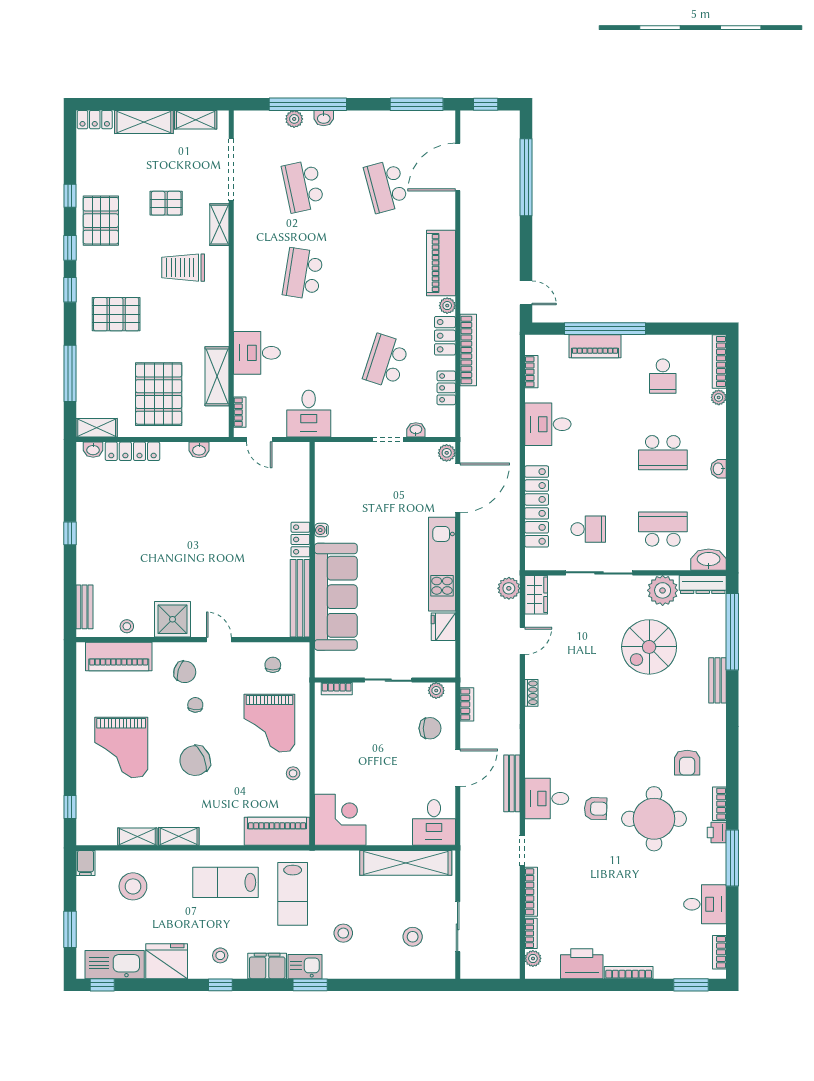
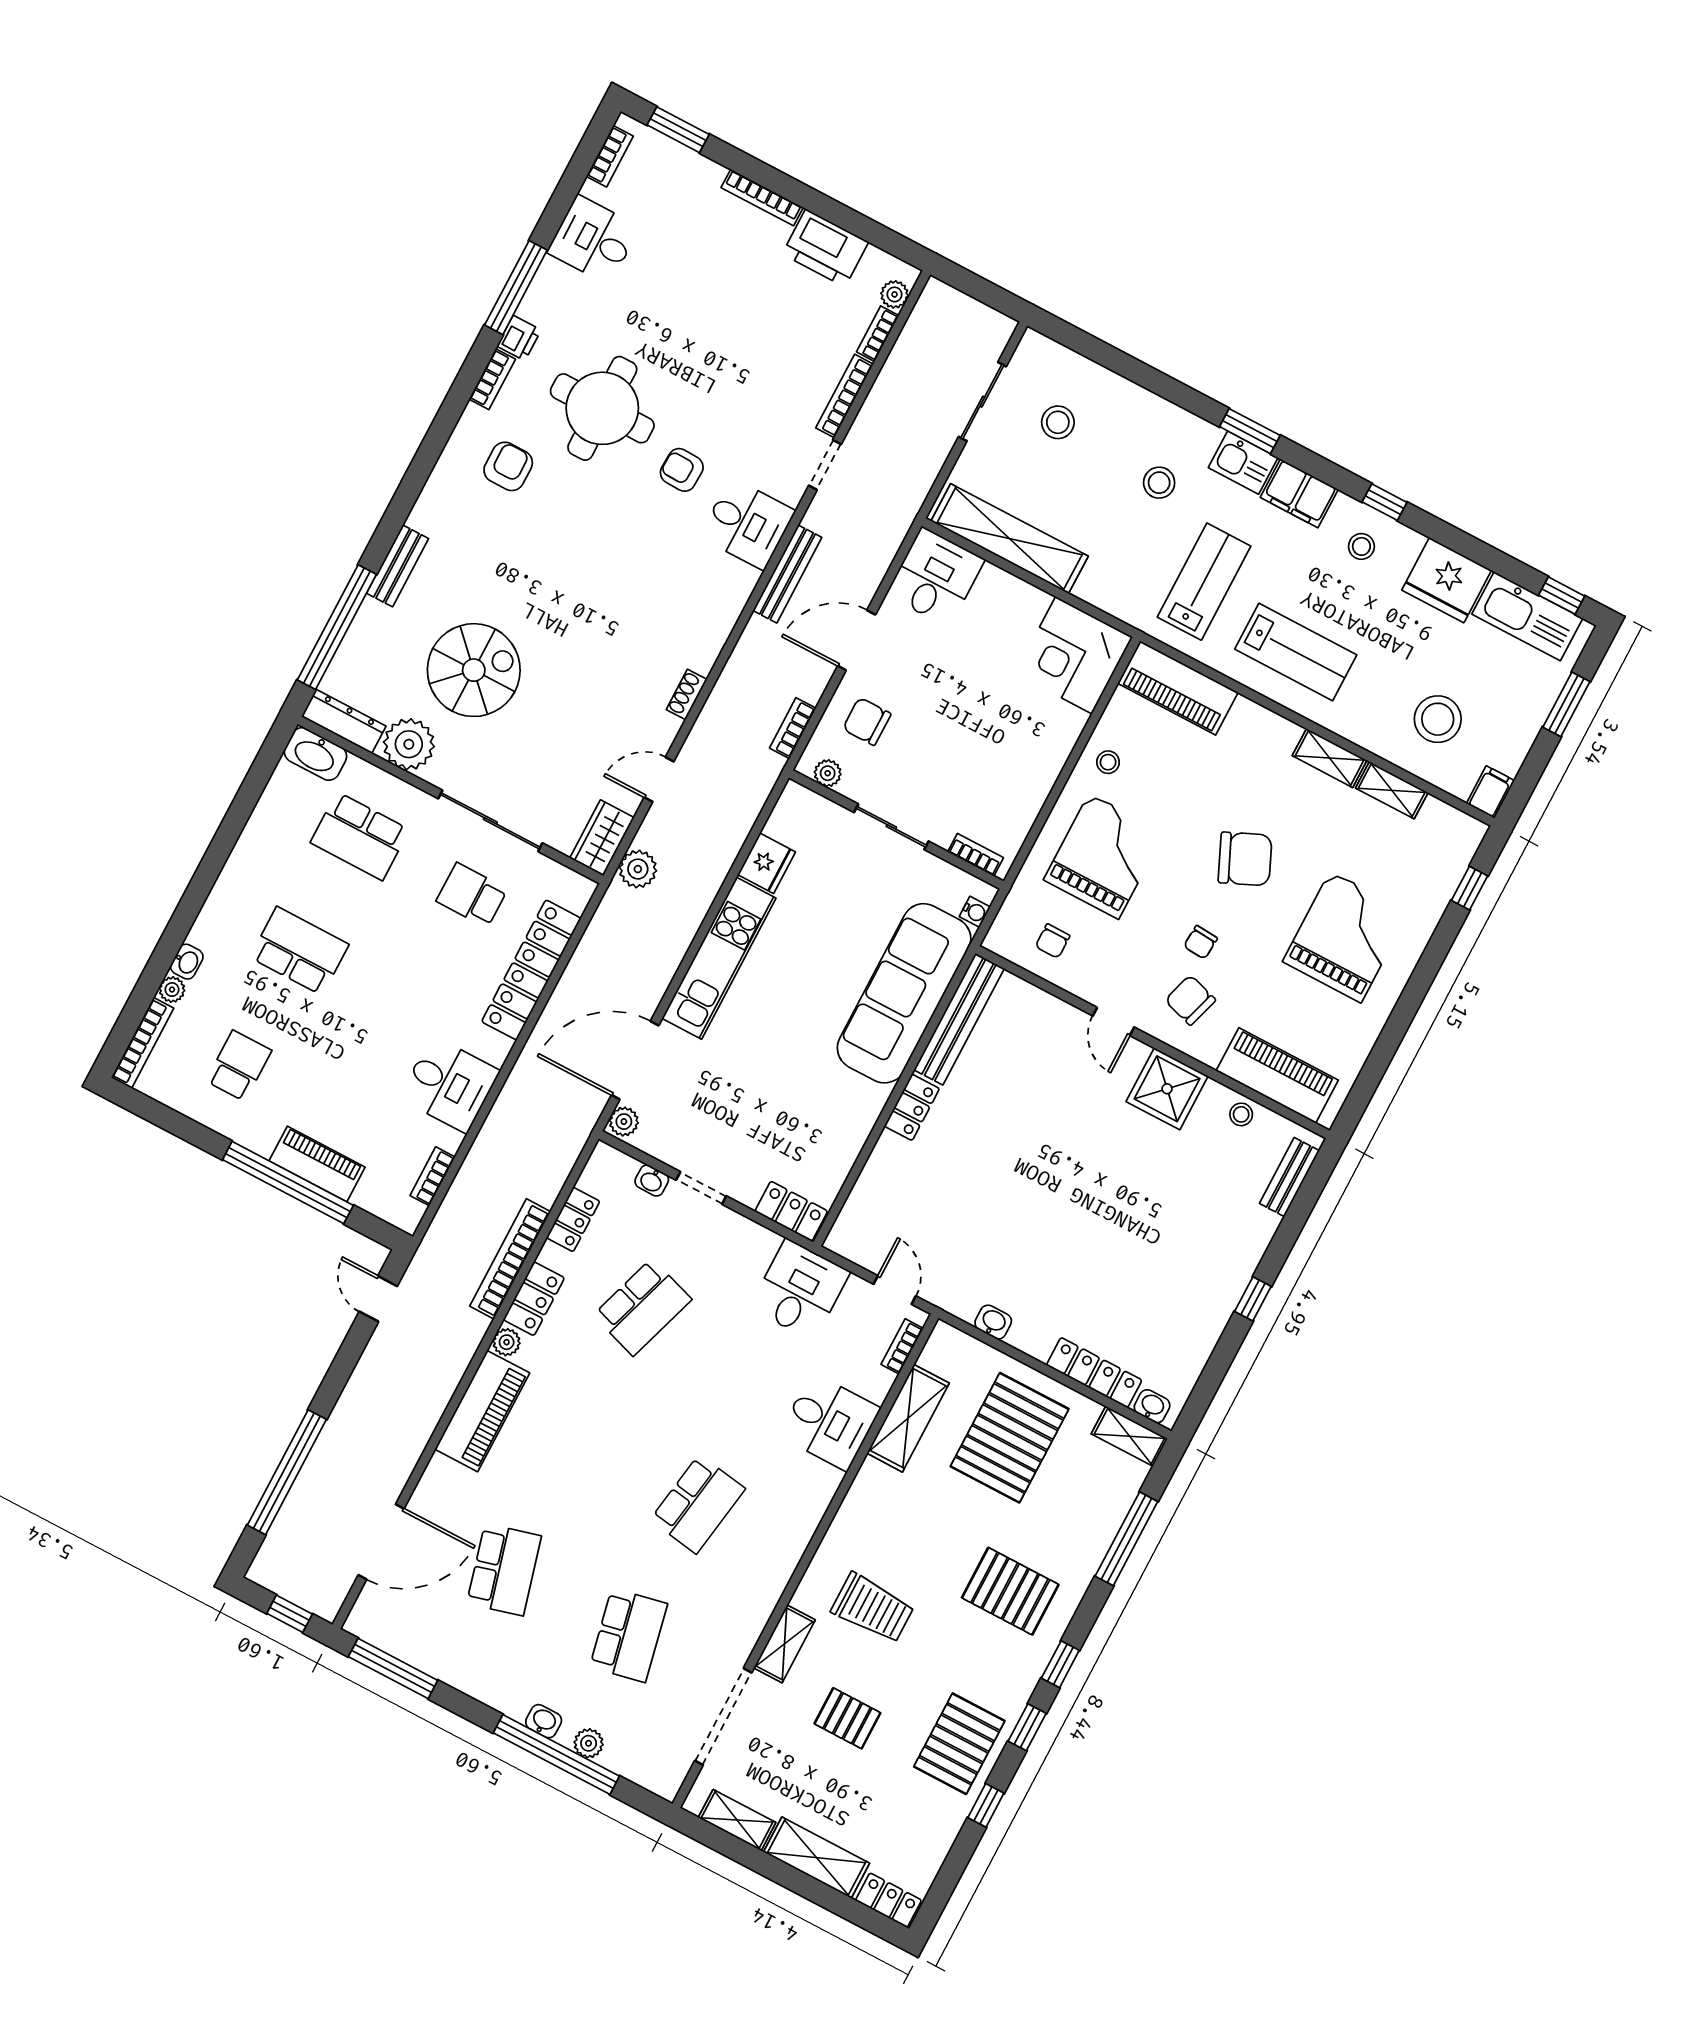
locker: (335, 452) -> (791, 1211), added
washbasin: (719, 469) -> (187, 962), moved
water cooler: (321, 530) -> (975, 912), moved

